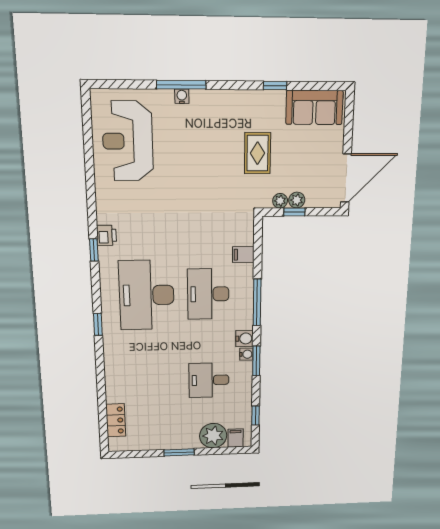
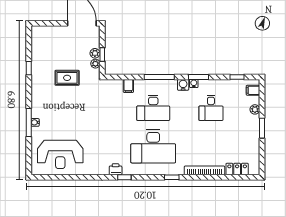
sofa: (314, 107) -> (41, 44), removed
bookcase: (111, 373) -> (204, 170), added
plant: (213, 436) -> (255, 109), width x0.53, depth x0.53

